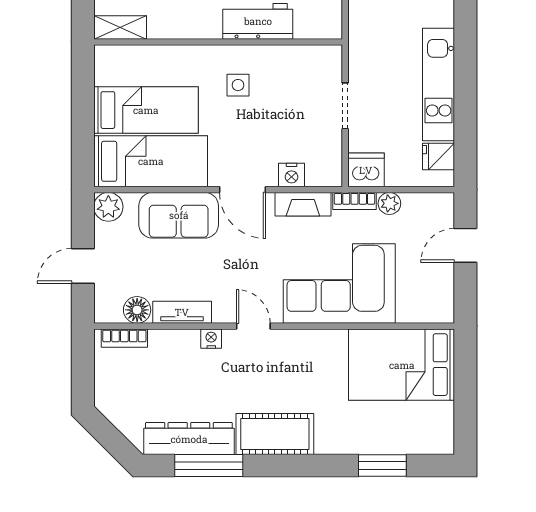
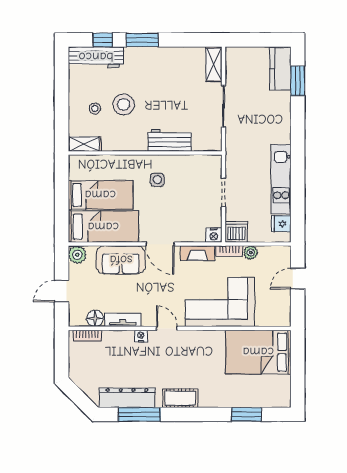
nightstand: (291, 175) -> (214, 235), moved
cot: (275, 434) -> (180, 398), width x0.73, depth x0.75

